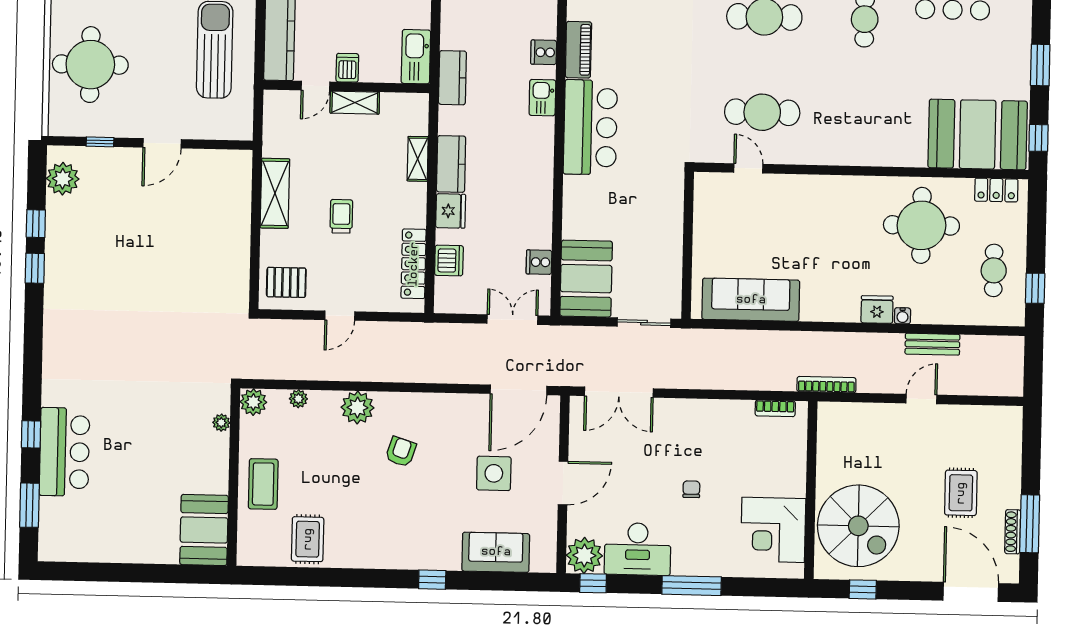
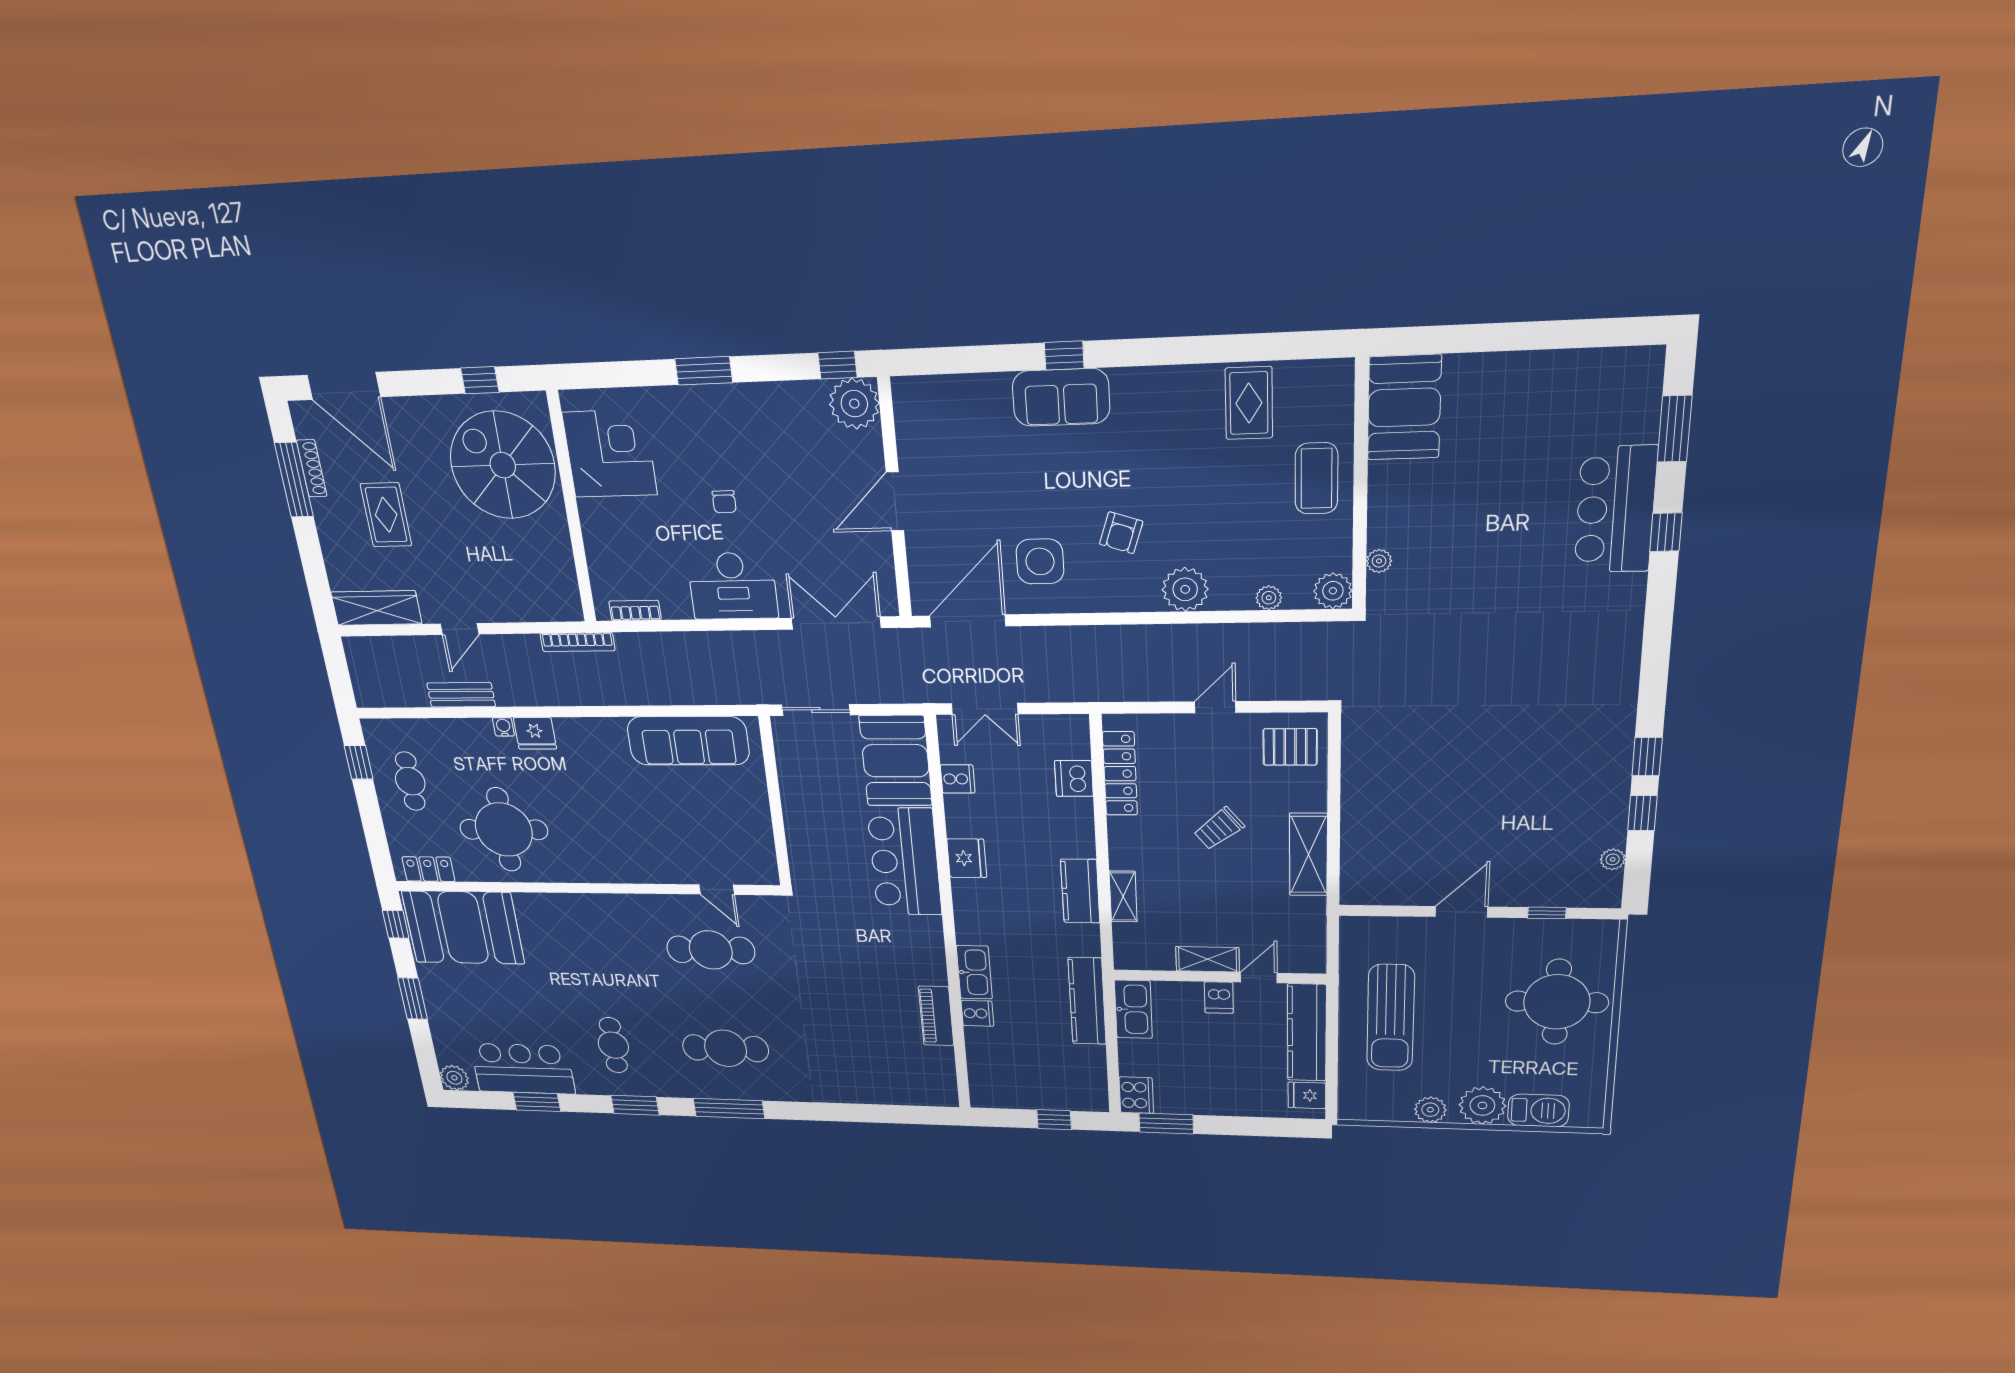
kitchen counter: (452, 78) -> (1087, 1001), width x1.50
kitchen sink: (542, 98) -> (974, 972), width x1.38
bar counter: (590, 127) -> (905, 862), moved
plant: (63, 179) -> (1613, 859), width x0.53, depth x0.53
fridge: (451, 211) -> (967, 858), moved, turned 180
trolley: (341, 216) -> (1219, 829), turned 51
wardrobe: (987, 419) -> (376, 608), added
side table: (494, 473) -> (1040, 561), moved
desk: (638, 549) -> (733, 586), moved, turned 180
sofa: (496, 552) -> (1061, 397), moved
window: (692, 586) -> (704, 371), width x0.69

